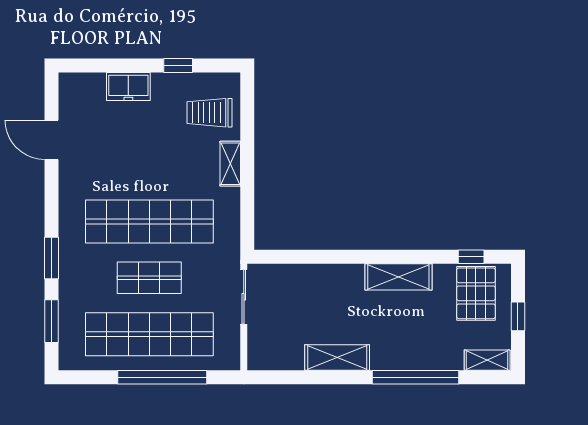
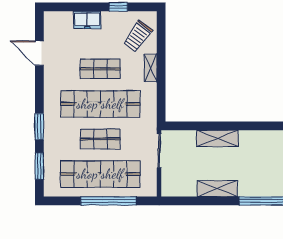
trolley: (209, 113) -> (138, 36), turned -54
shop shelf: (149, 165) -> (100, 69), added
shelving: (398, 277) -> (217, 138), moved

